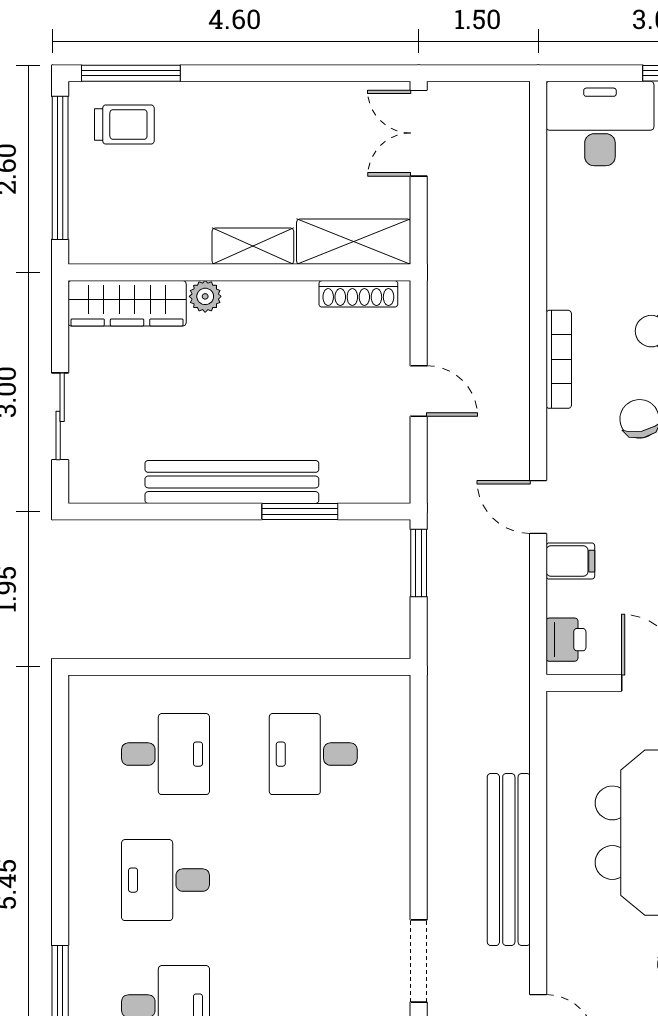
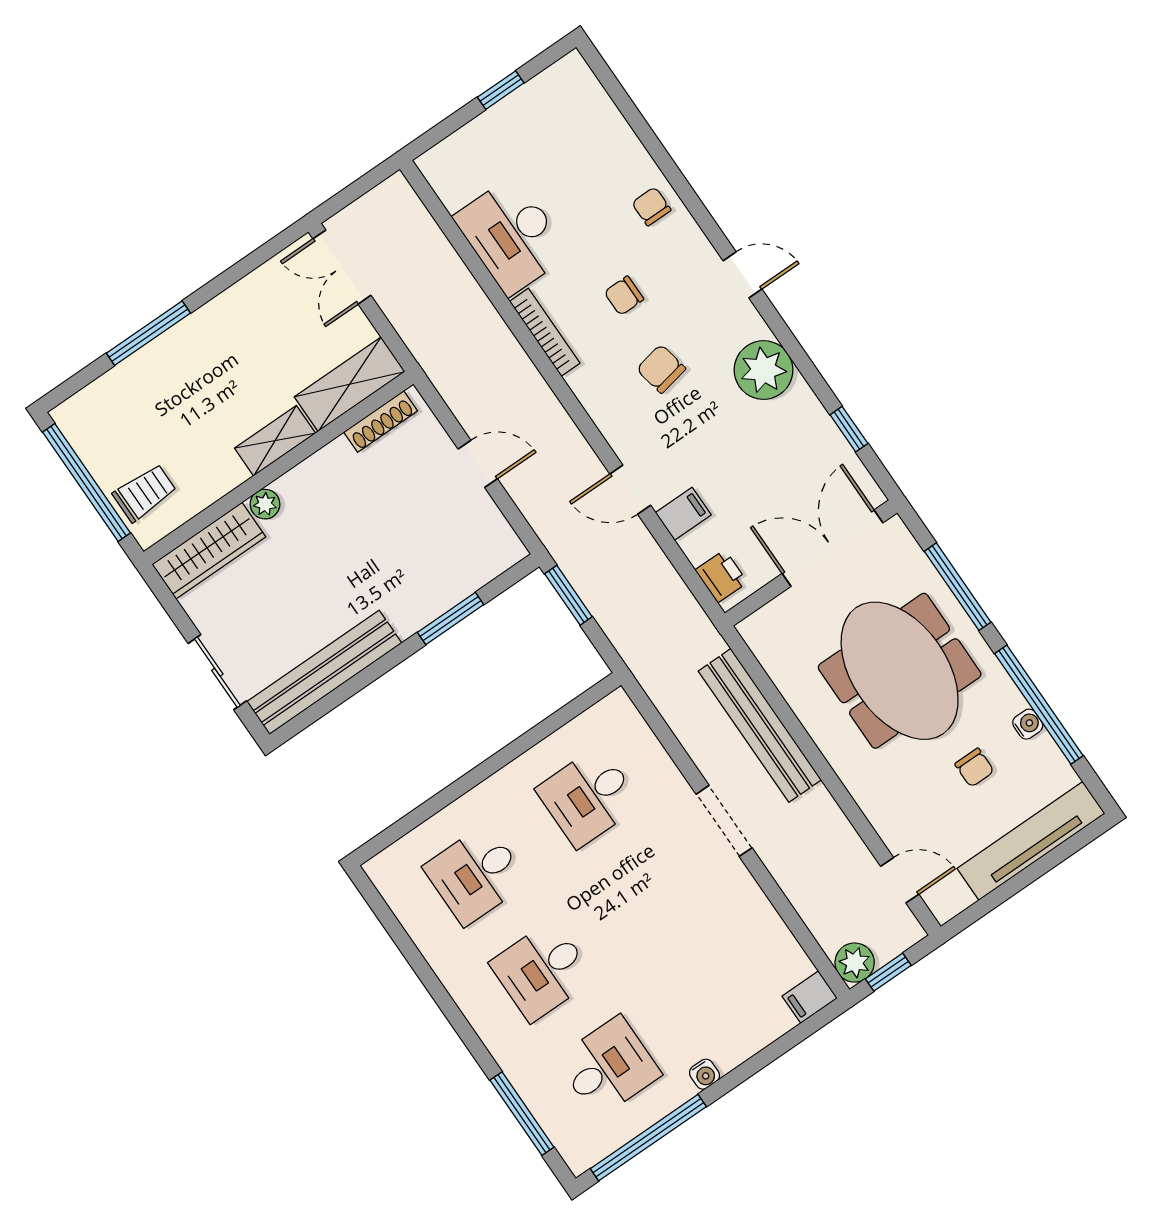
window: (131, 73) -> (148, 333), moved
desk: (600, 123) -> (512, 236), moved, turned -90
trolley: (124, 124) -> (145, 493), moved
bookcase: (559, 359) -> (545, 332), moved
bench: (232, 482) -> (324, 672), moved
desk: (166, 754) -> (476, 874), turned 180
bench: (509, 859) -> (760, 725), moved
doorway: (419, 961) -> (724, 821), moved

